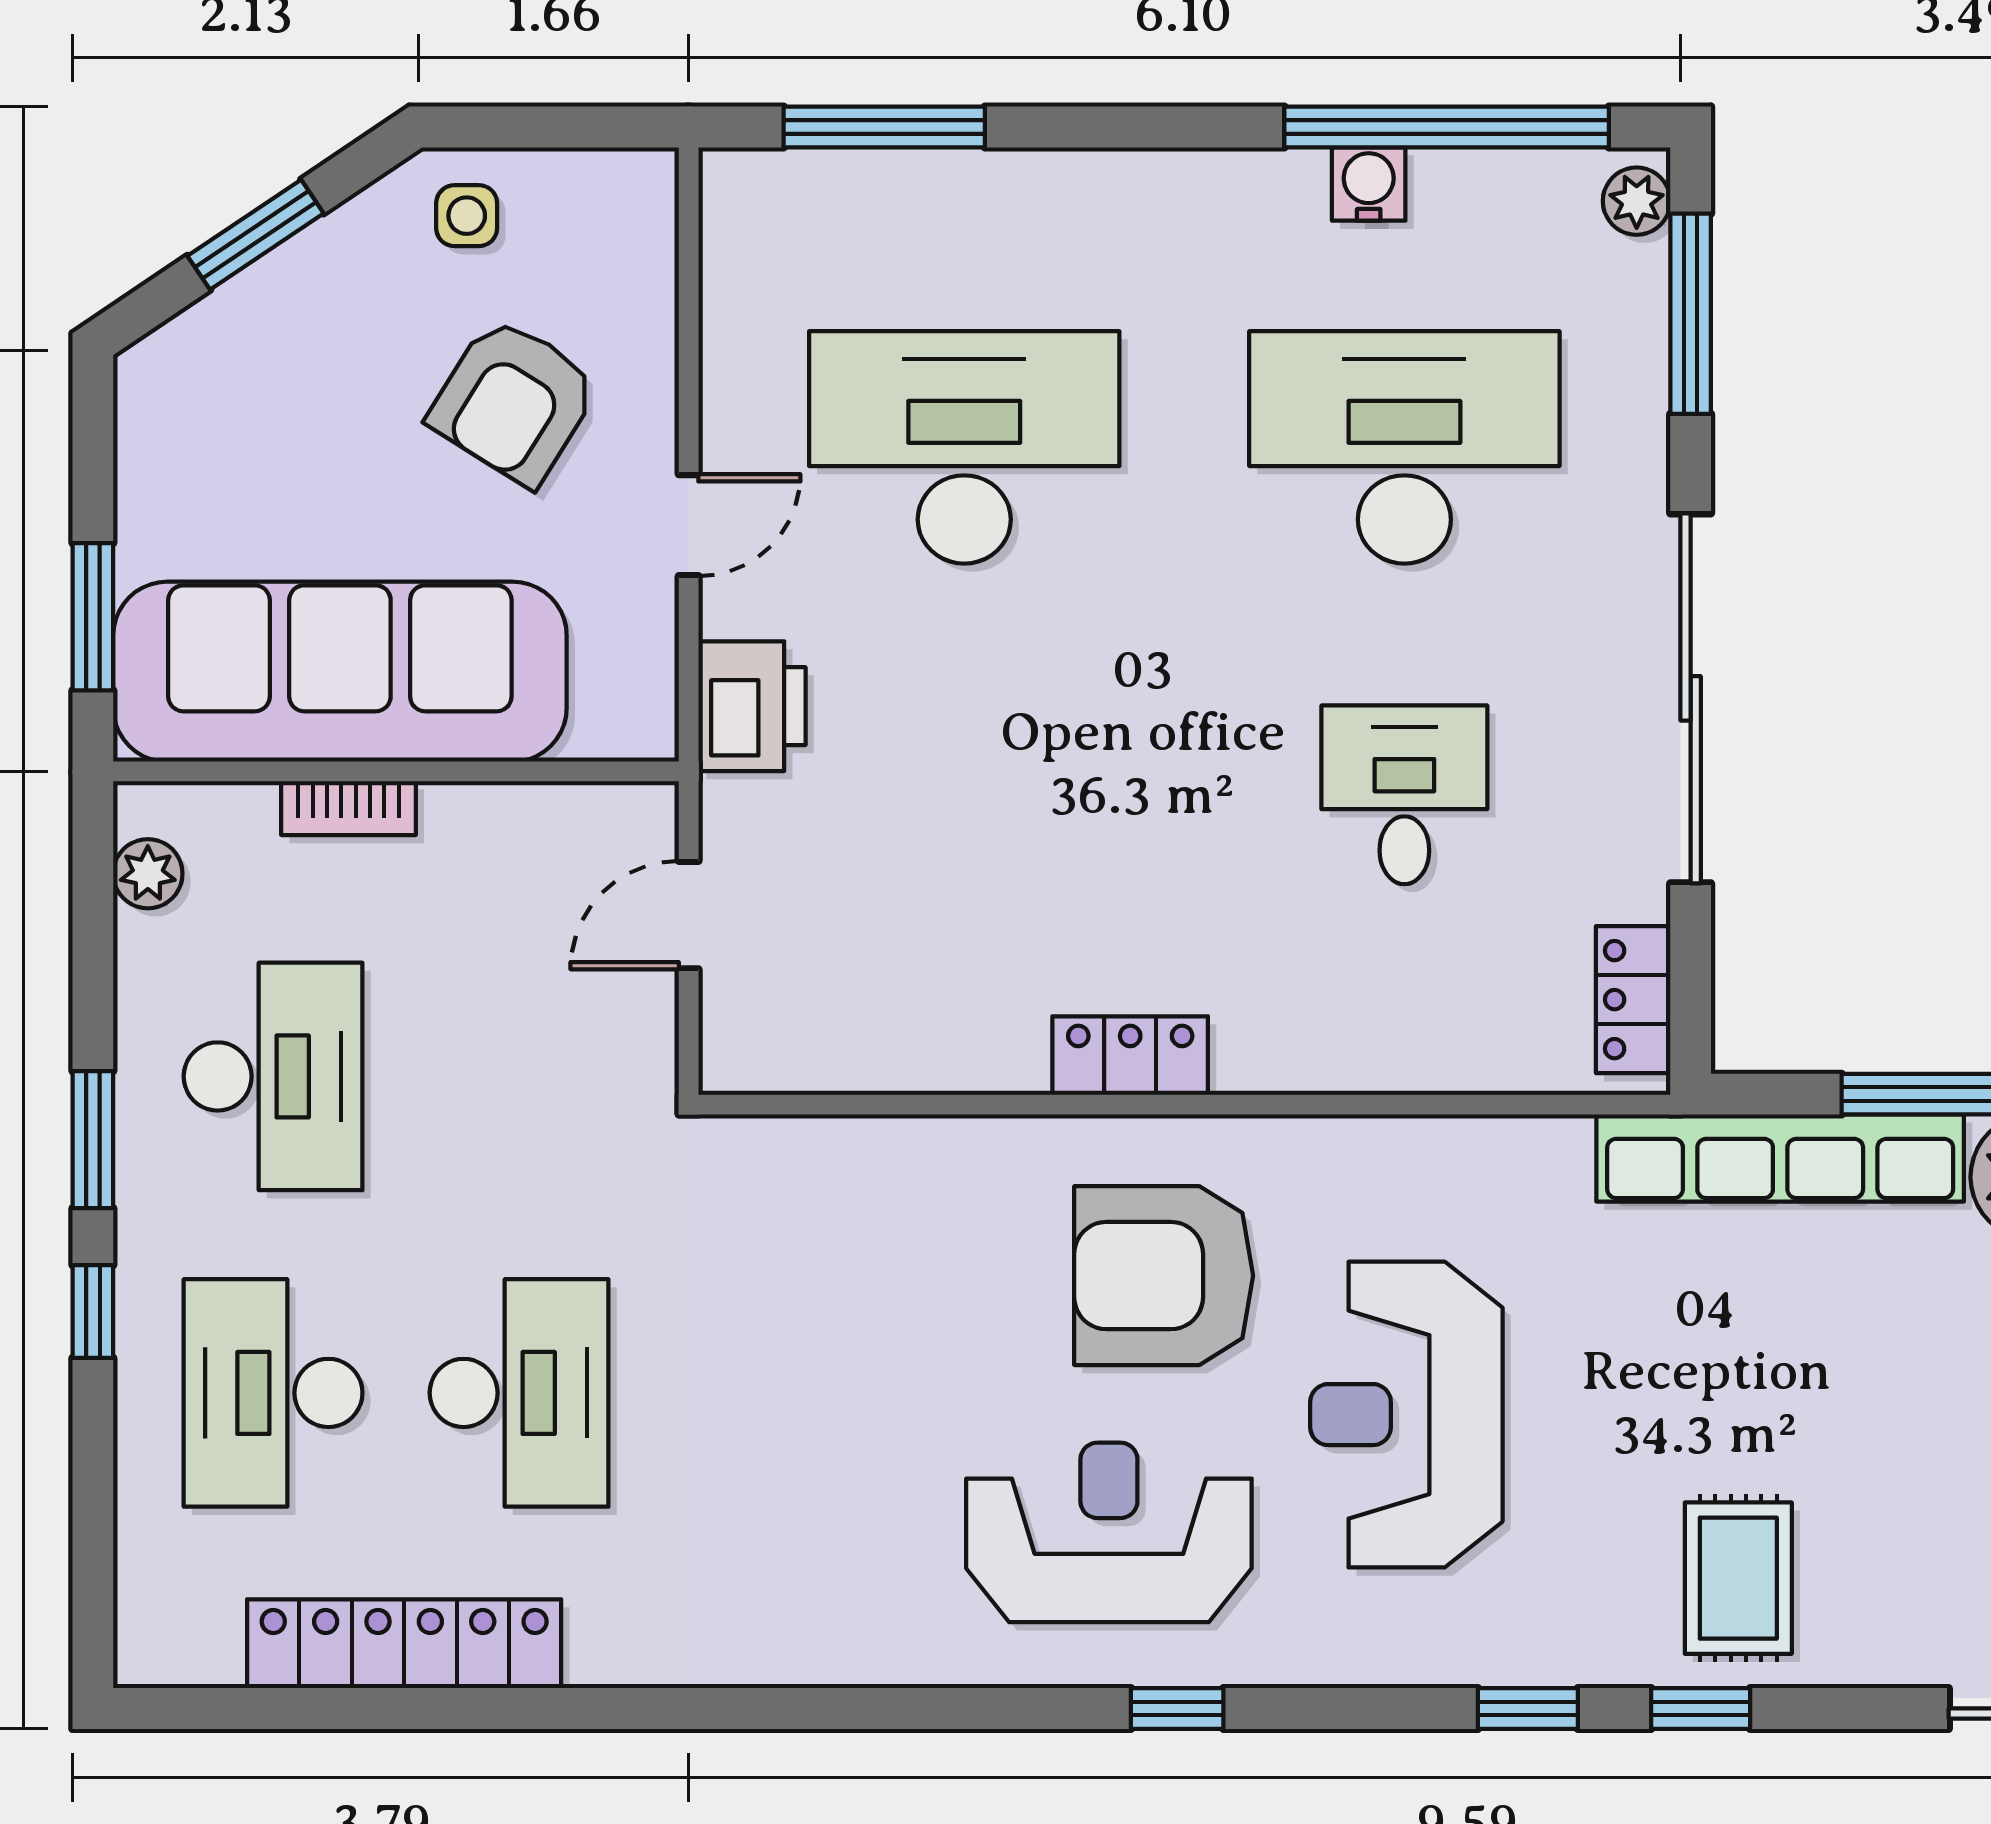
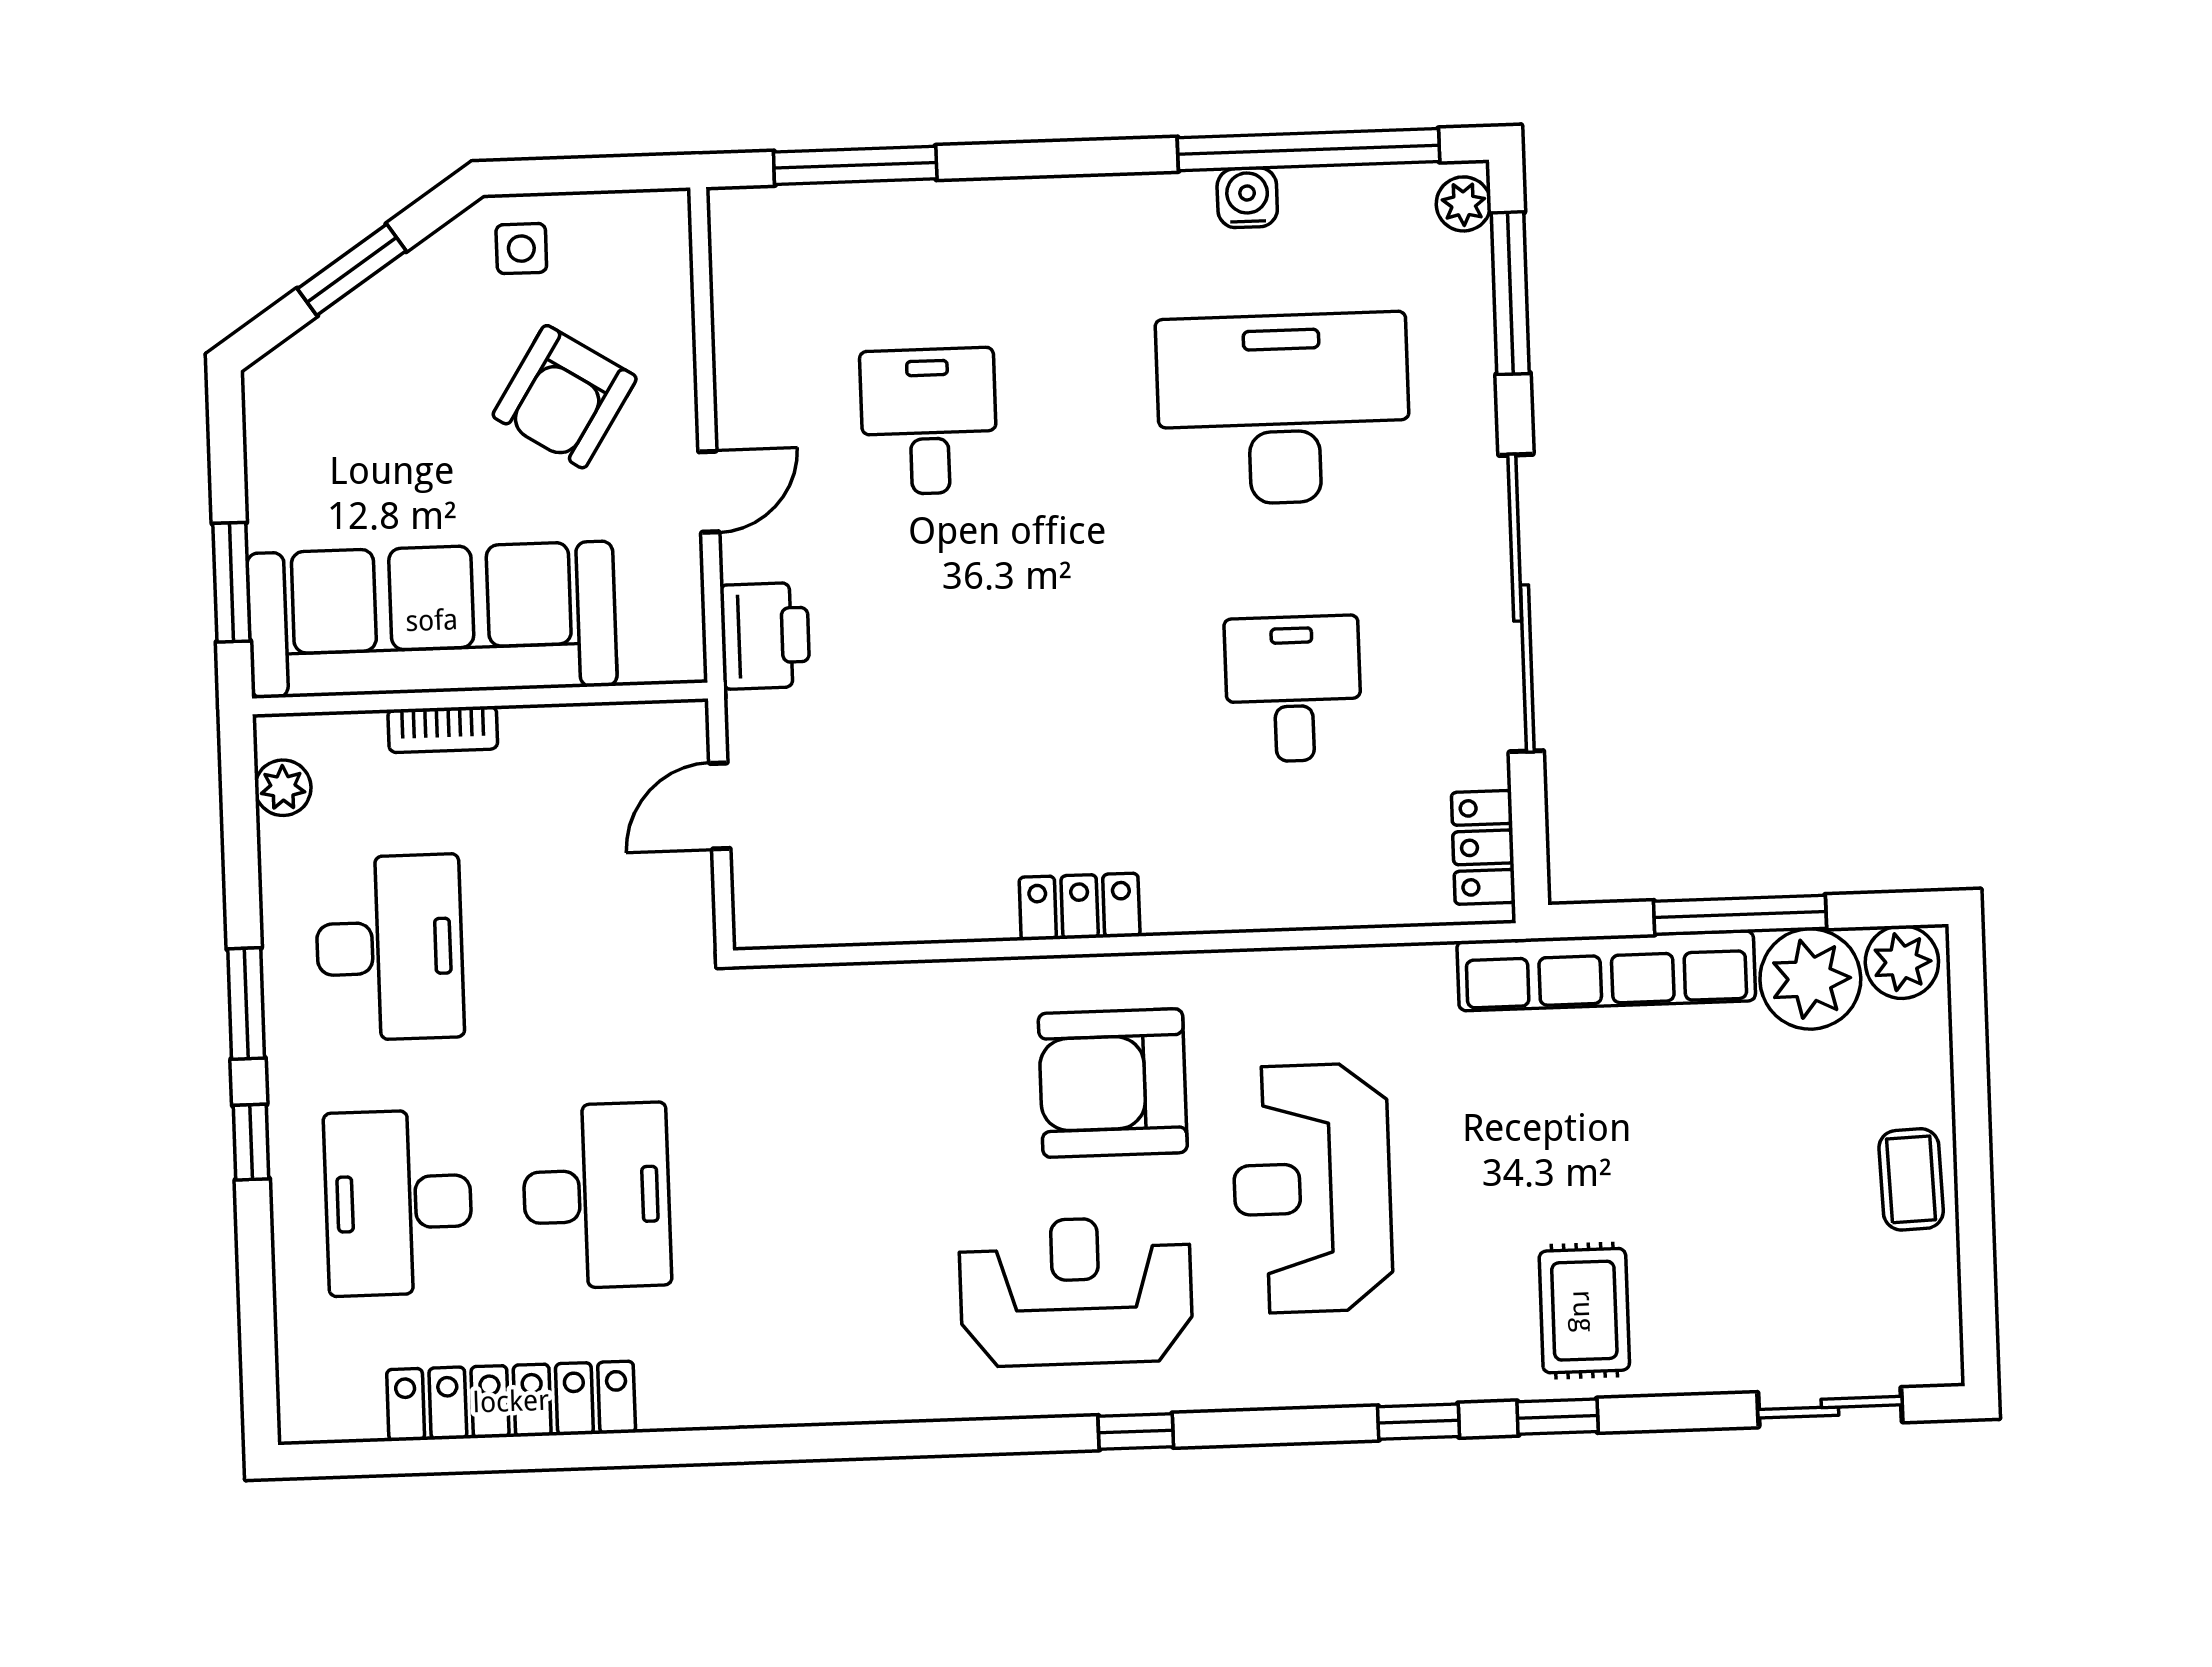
desk: (964, 447) -> (929, 421), width x0.53, depth x0.77

